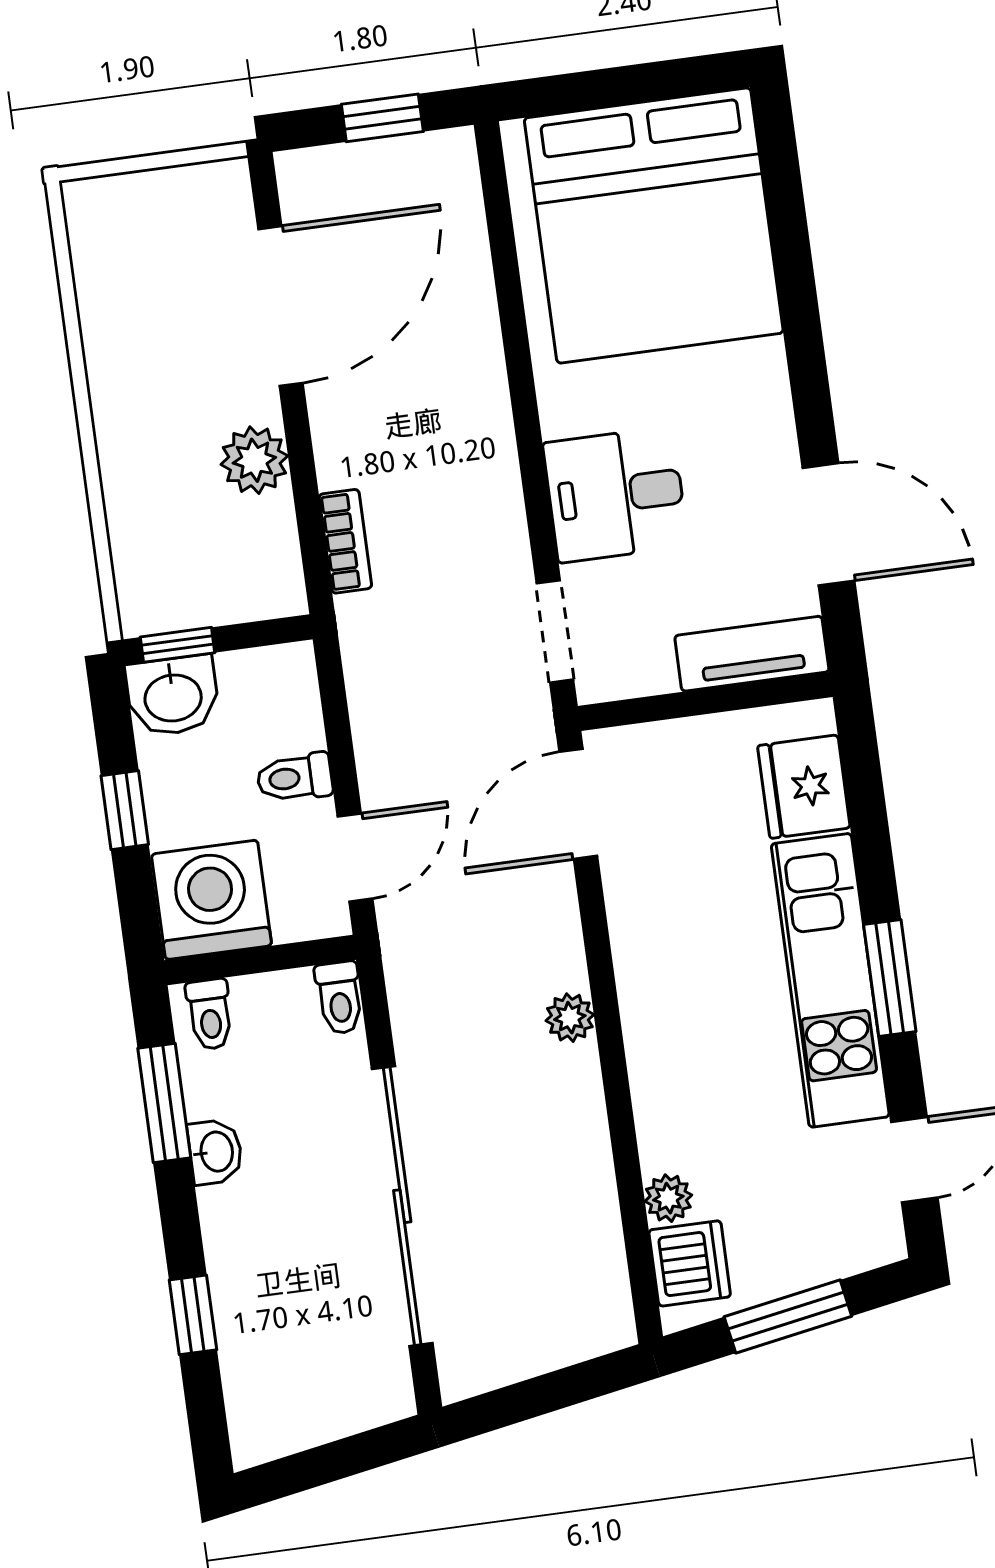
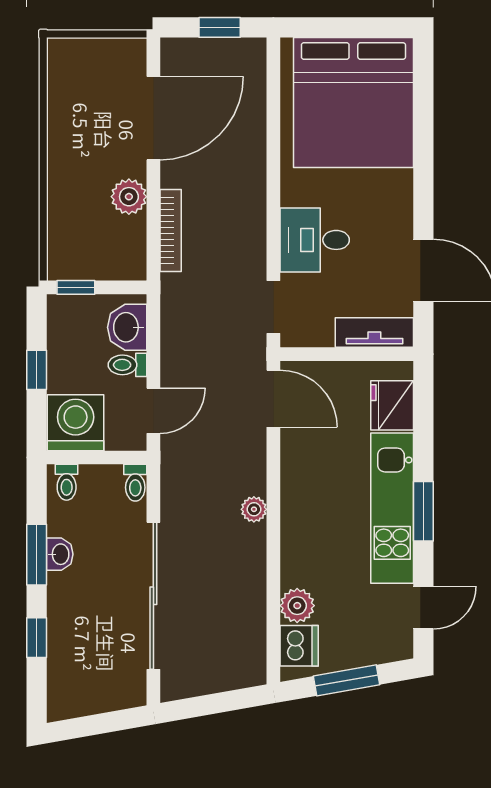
bookcase: (345, 541) -> (171, 230), width x1.56
washbasin: (173, 696) -> (127, 327), moved, turned 90
door: (578, 804) -> (273, 399), swing flipped
window: (164, 1103) -> (37, 555), moved
plant: (668, 1198) -> (297, 606), width x1.38, depth x1.38

